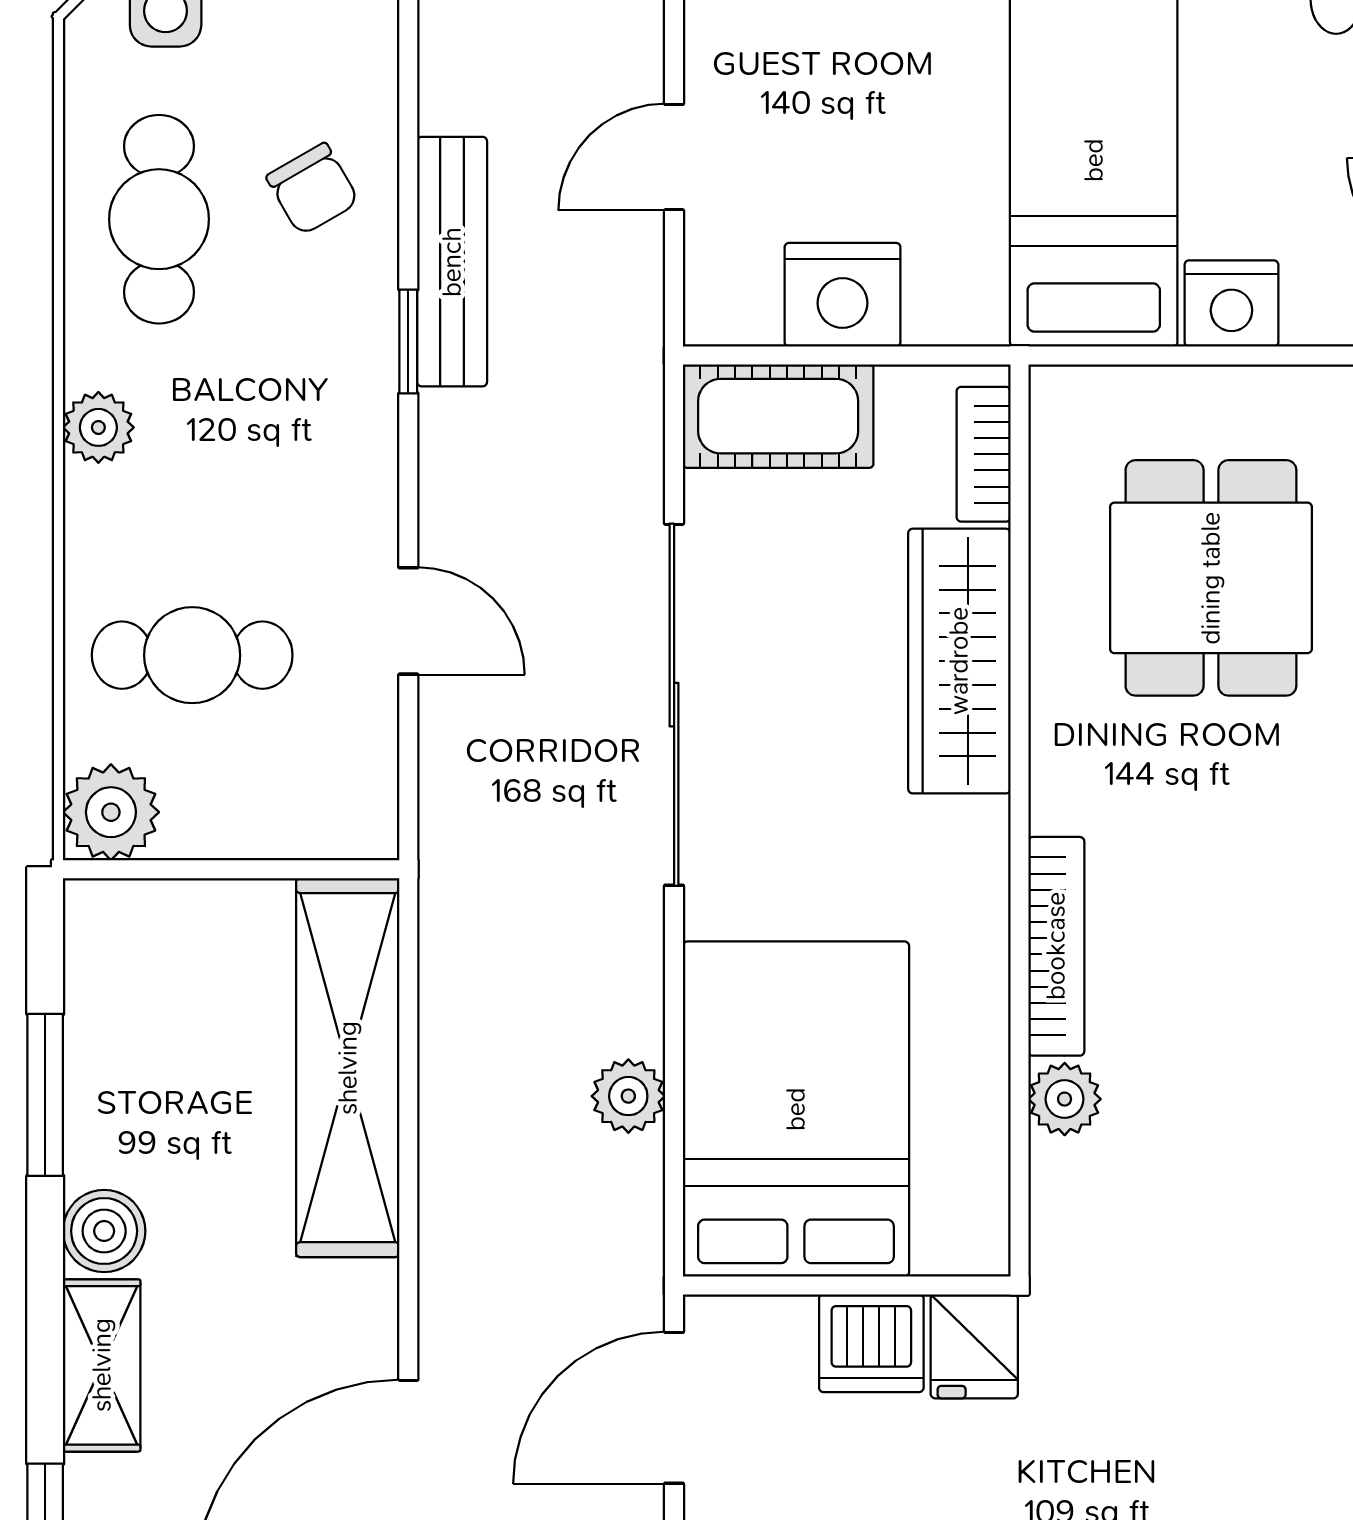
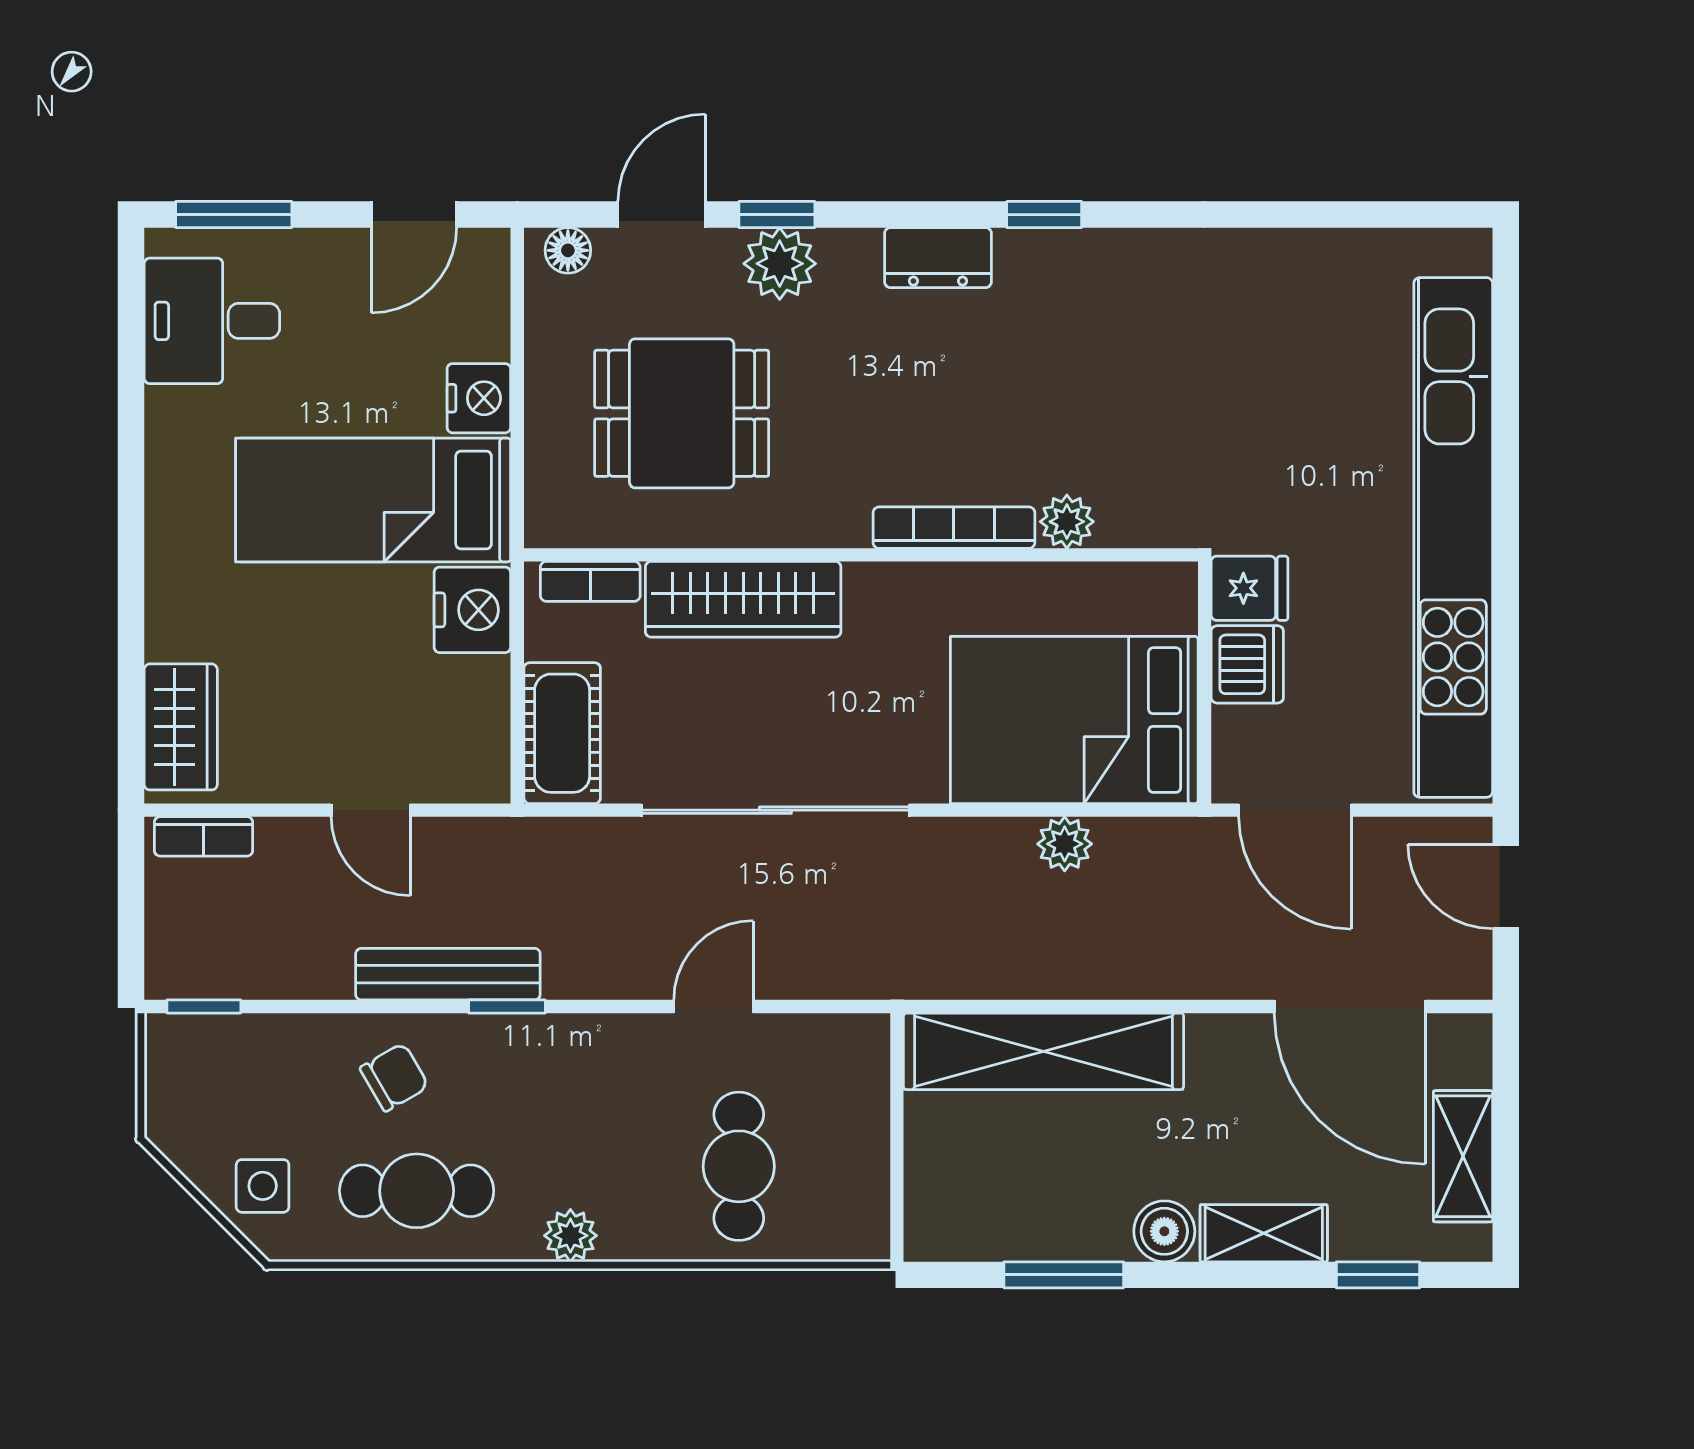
nightstand: (843, 295) -> (472, 610), moved
plant: (111, 812) -> (855, 1226), removed

